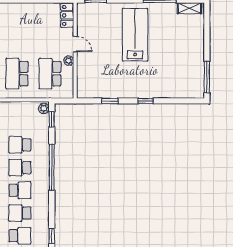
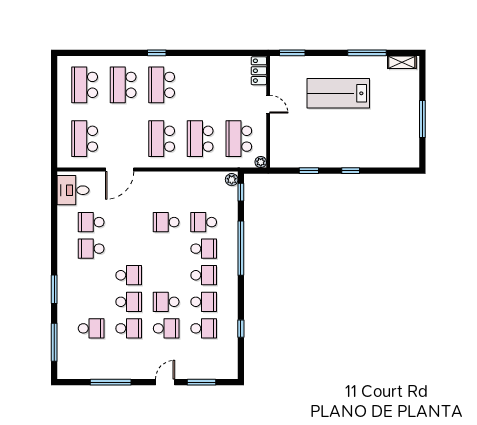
lab bench: (135, 35) -> (338, 93), turned -90
plant: (69, 61) -> (261, 162), moved
window: (207, 77) -> (422, 119), moved
school desk: (20, 168) -> (204, 249), turned 180
school desk: (20, 213) -> (204, 302), turned 180

